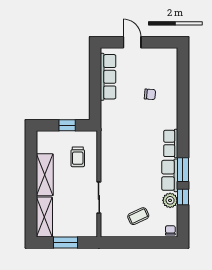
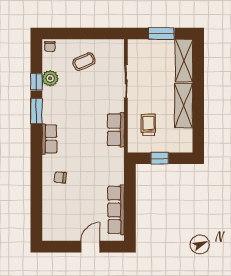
door: (132, 42) -> (90, 247), swing flipped
chair: (150, 94) -> (60, 177), moved
row of seats: (170, 175) -> (116, 130), moved, turned 180

